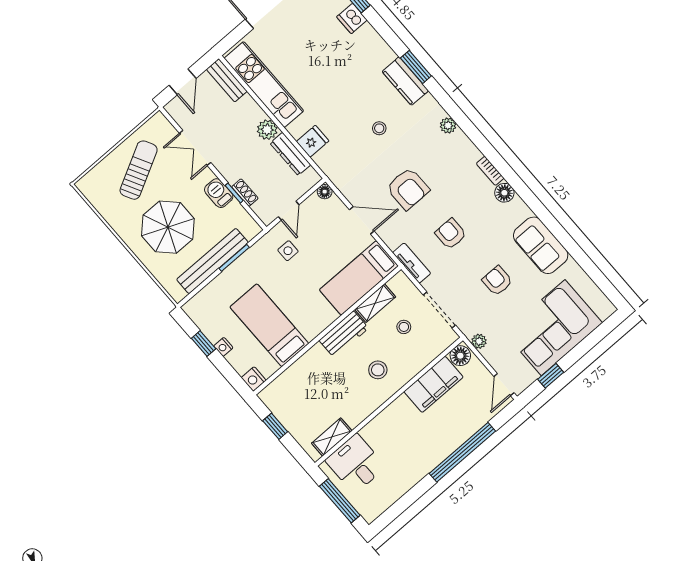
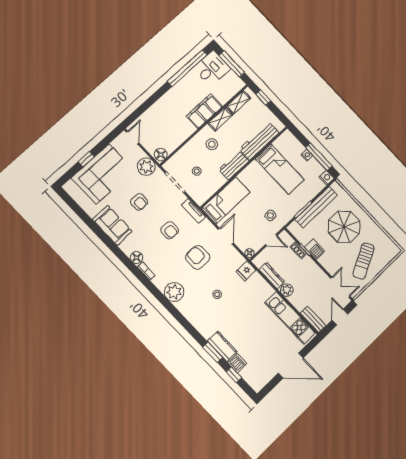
window: (416, 67) -> (213, 352), moved
kitchen counter: (405, 81) -> (222, 346), moved
plant: (448, 125) -> (174, 292), width x1.88, depth x1.88
fridge: (313, 141) -> (246, 271), moved
double door: (195, 148) -> (340, 287), moved
door: (289, 211) -> (271, 240), swing flipped
door: (362, 220) -> (226, 236), swing flipped
shelving: (375, 303) -> (220, 119), moved
plant: (479, 341) -> (146, 167), width x1.88, depth x1.88
window: (204, 343) -> (319, 157), width x2.17
workbench: (301, 373) -> (259, 141), added
window: (551, 376) -> (86, 159), moved
nightstand: (254, 379) -> (326, 178), moved
filing cabinet: (434, 384) -> (204, 111), moved
window: (275, 426) -> (263, 97), moved
window: (462, 452) -> (187, 68), moved
desk: (356, 464) -> (212, 68), moved, turned -90

